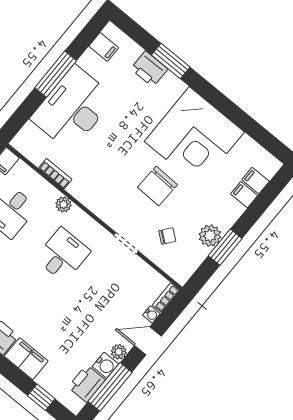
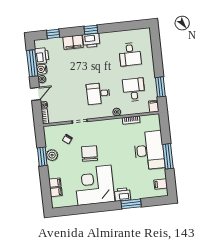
printer: (149, 69) -> (123, 194), moved
desk: (63, 255) -> (98, 93), turned 90

